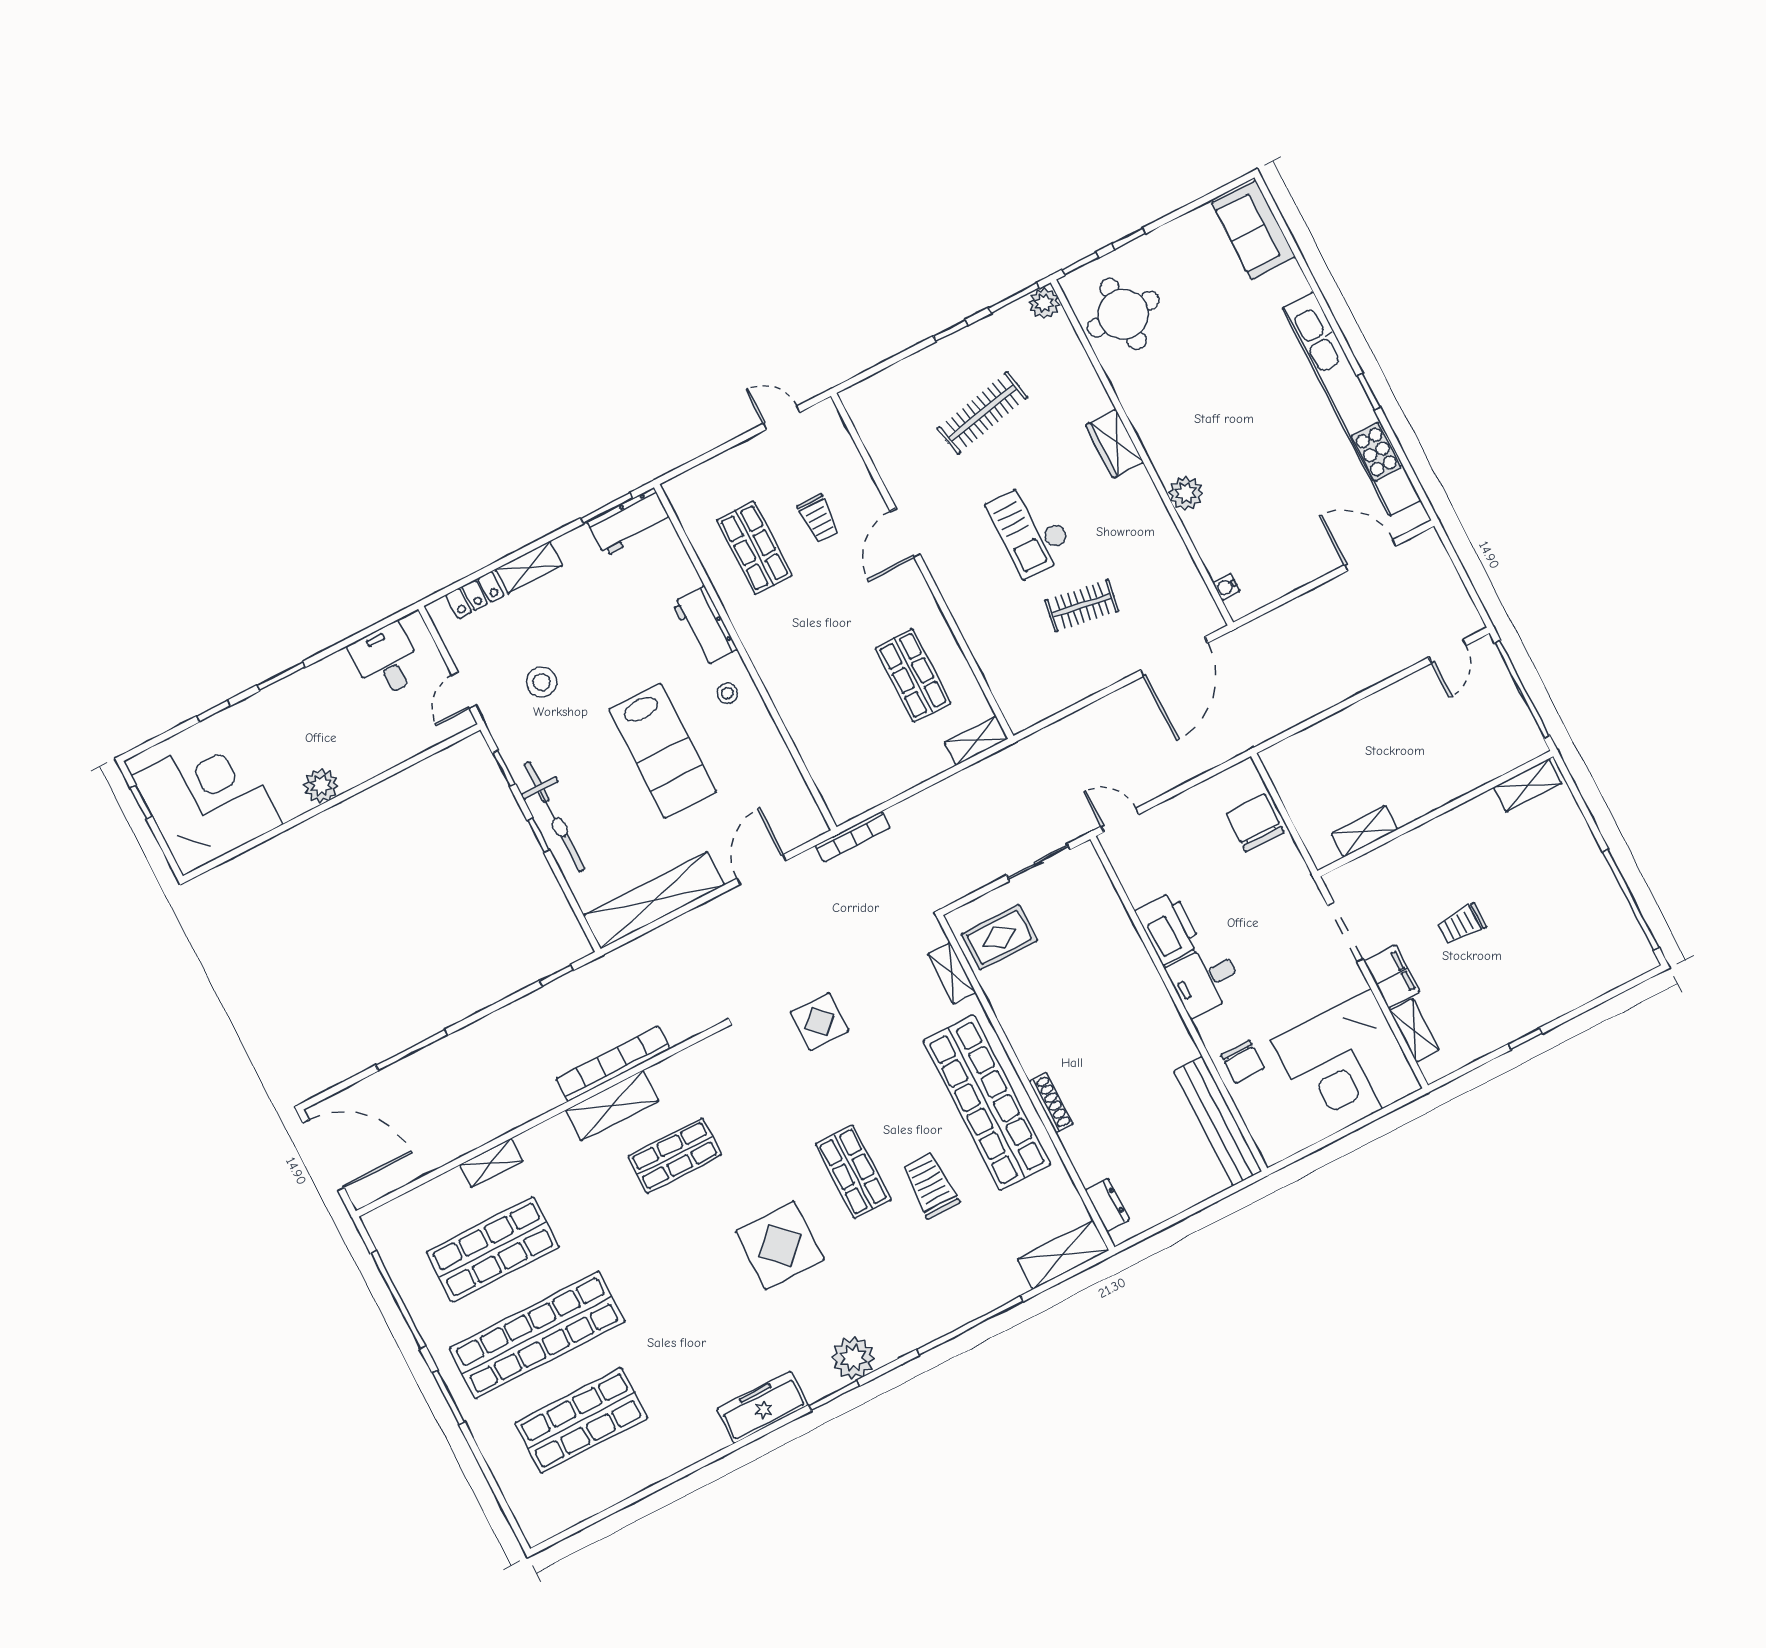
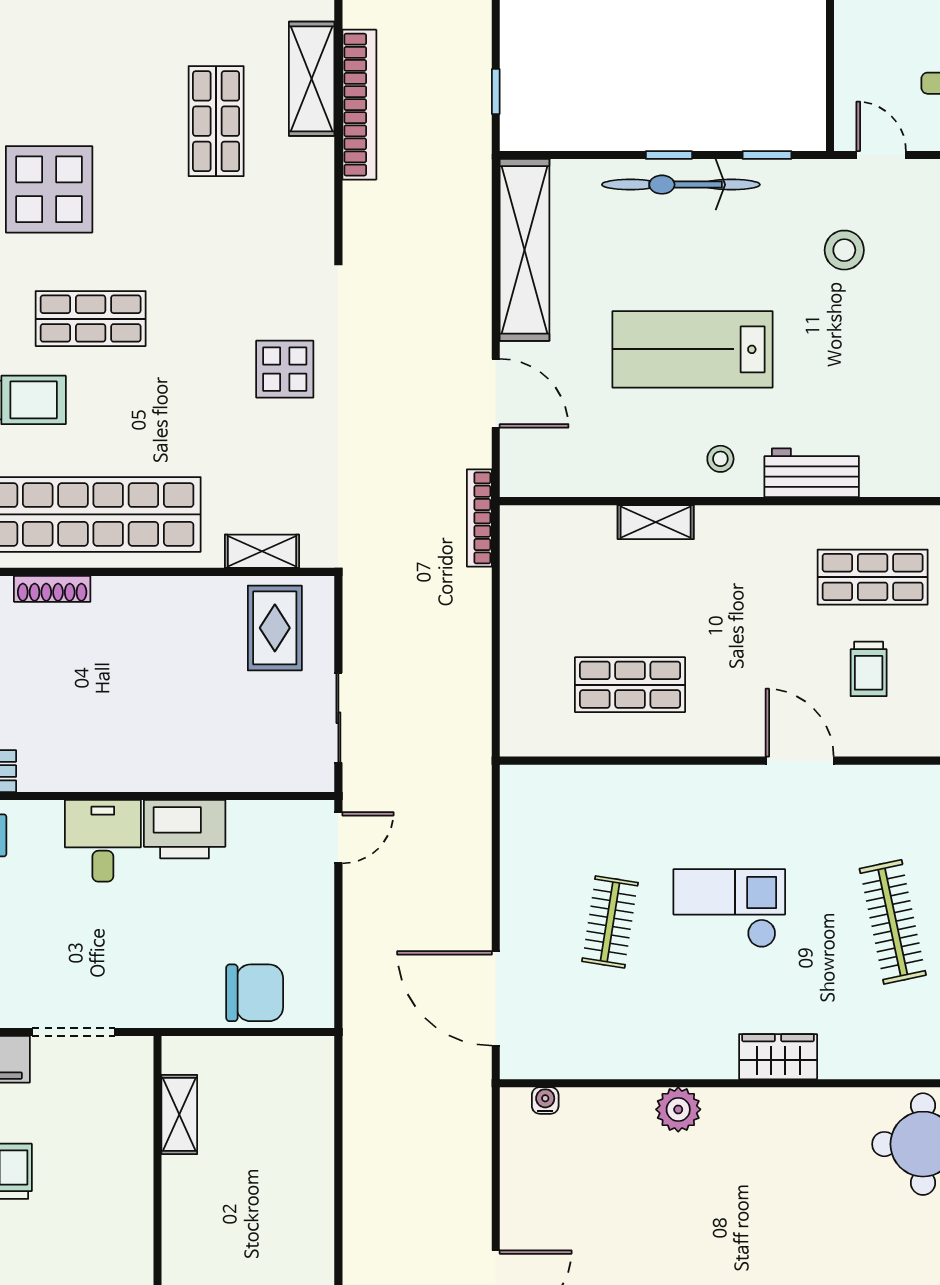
trolley: (818, 518) -> (869, 669), turned -90
shelving: (976, 741) -> (656, 522), moved, turned 90

